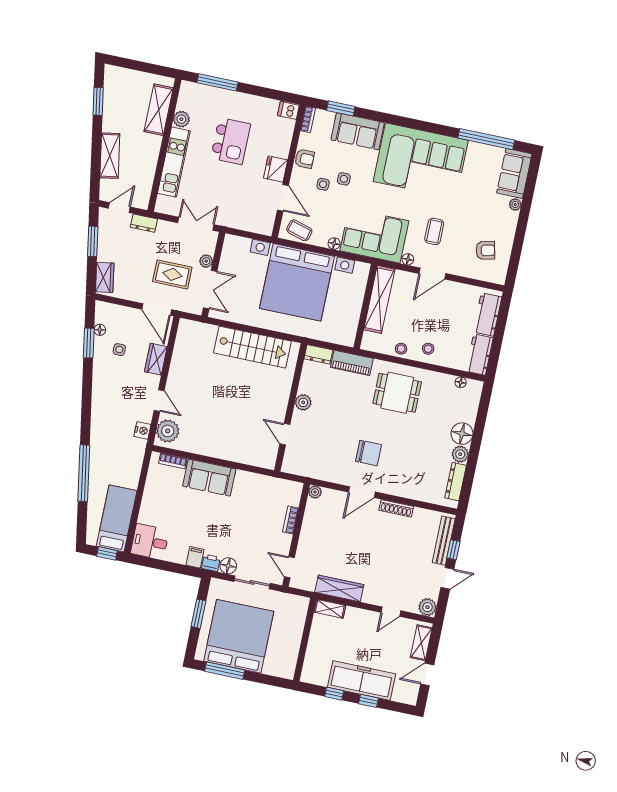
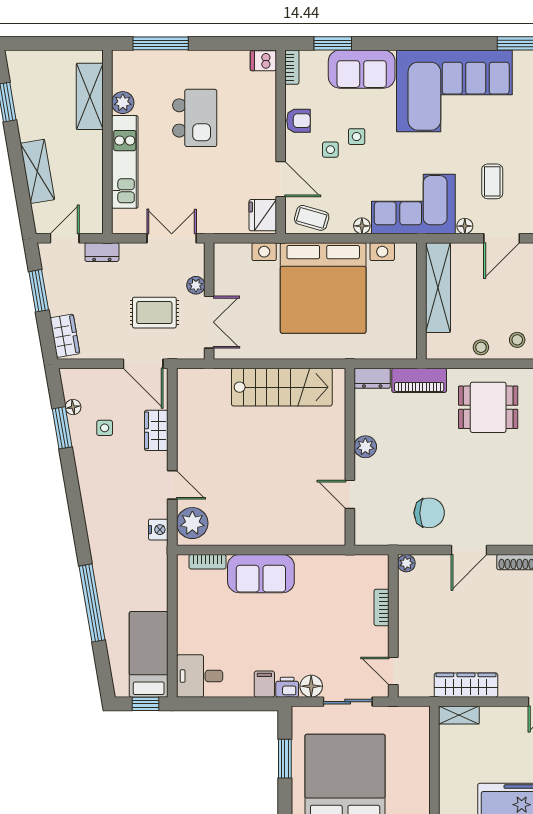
fridge: (276, 169) -> (263, 215), moved
chair: (368, 453) -> (429, 513), moved

